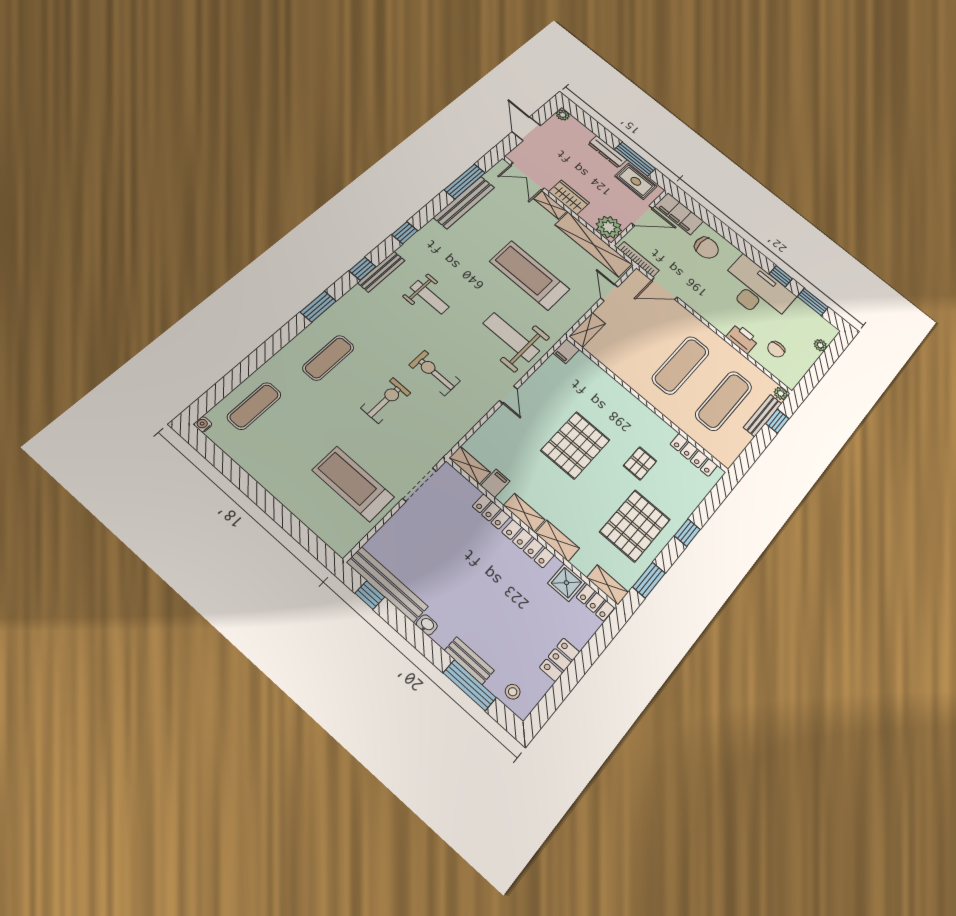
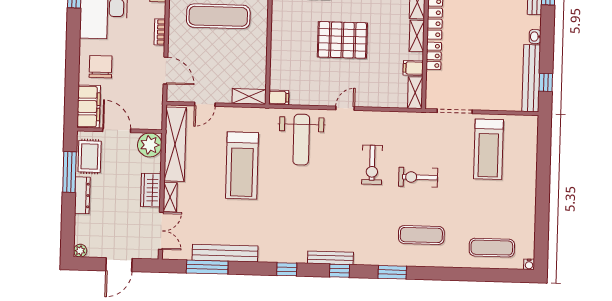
bookcase: (638, 259) -> (160, 32), moved, width x0.64
weight bench: (430, 297) -> (320, 213), removed

